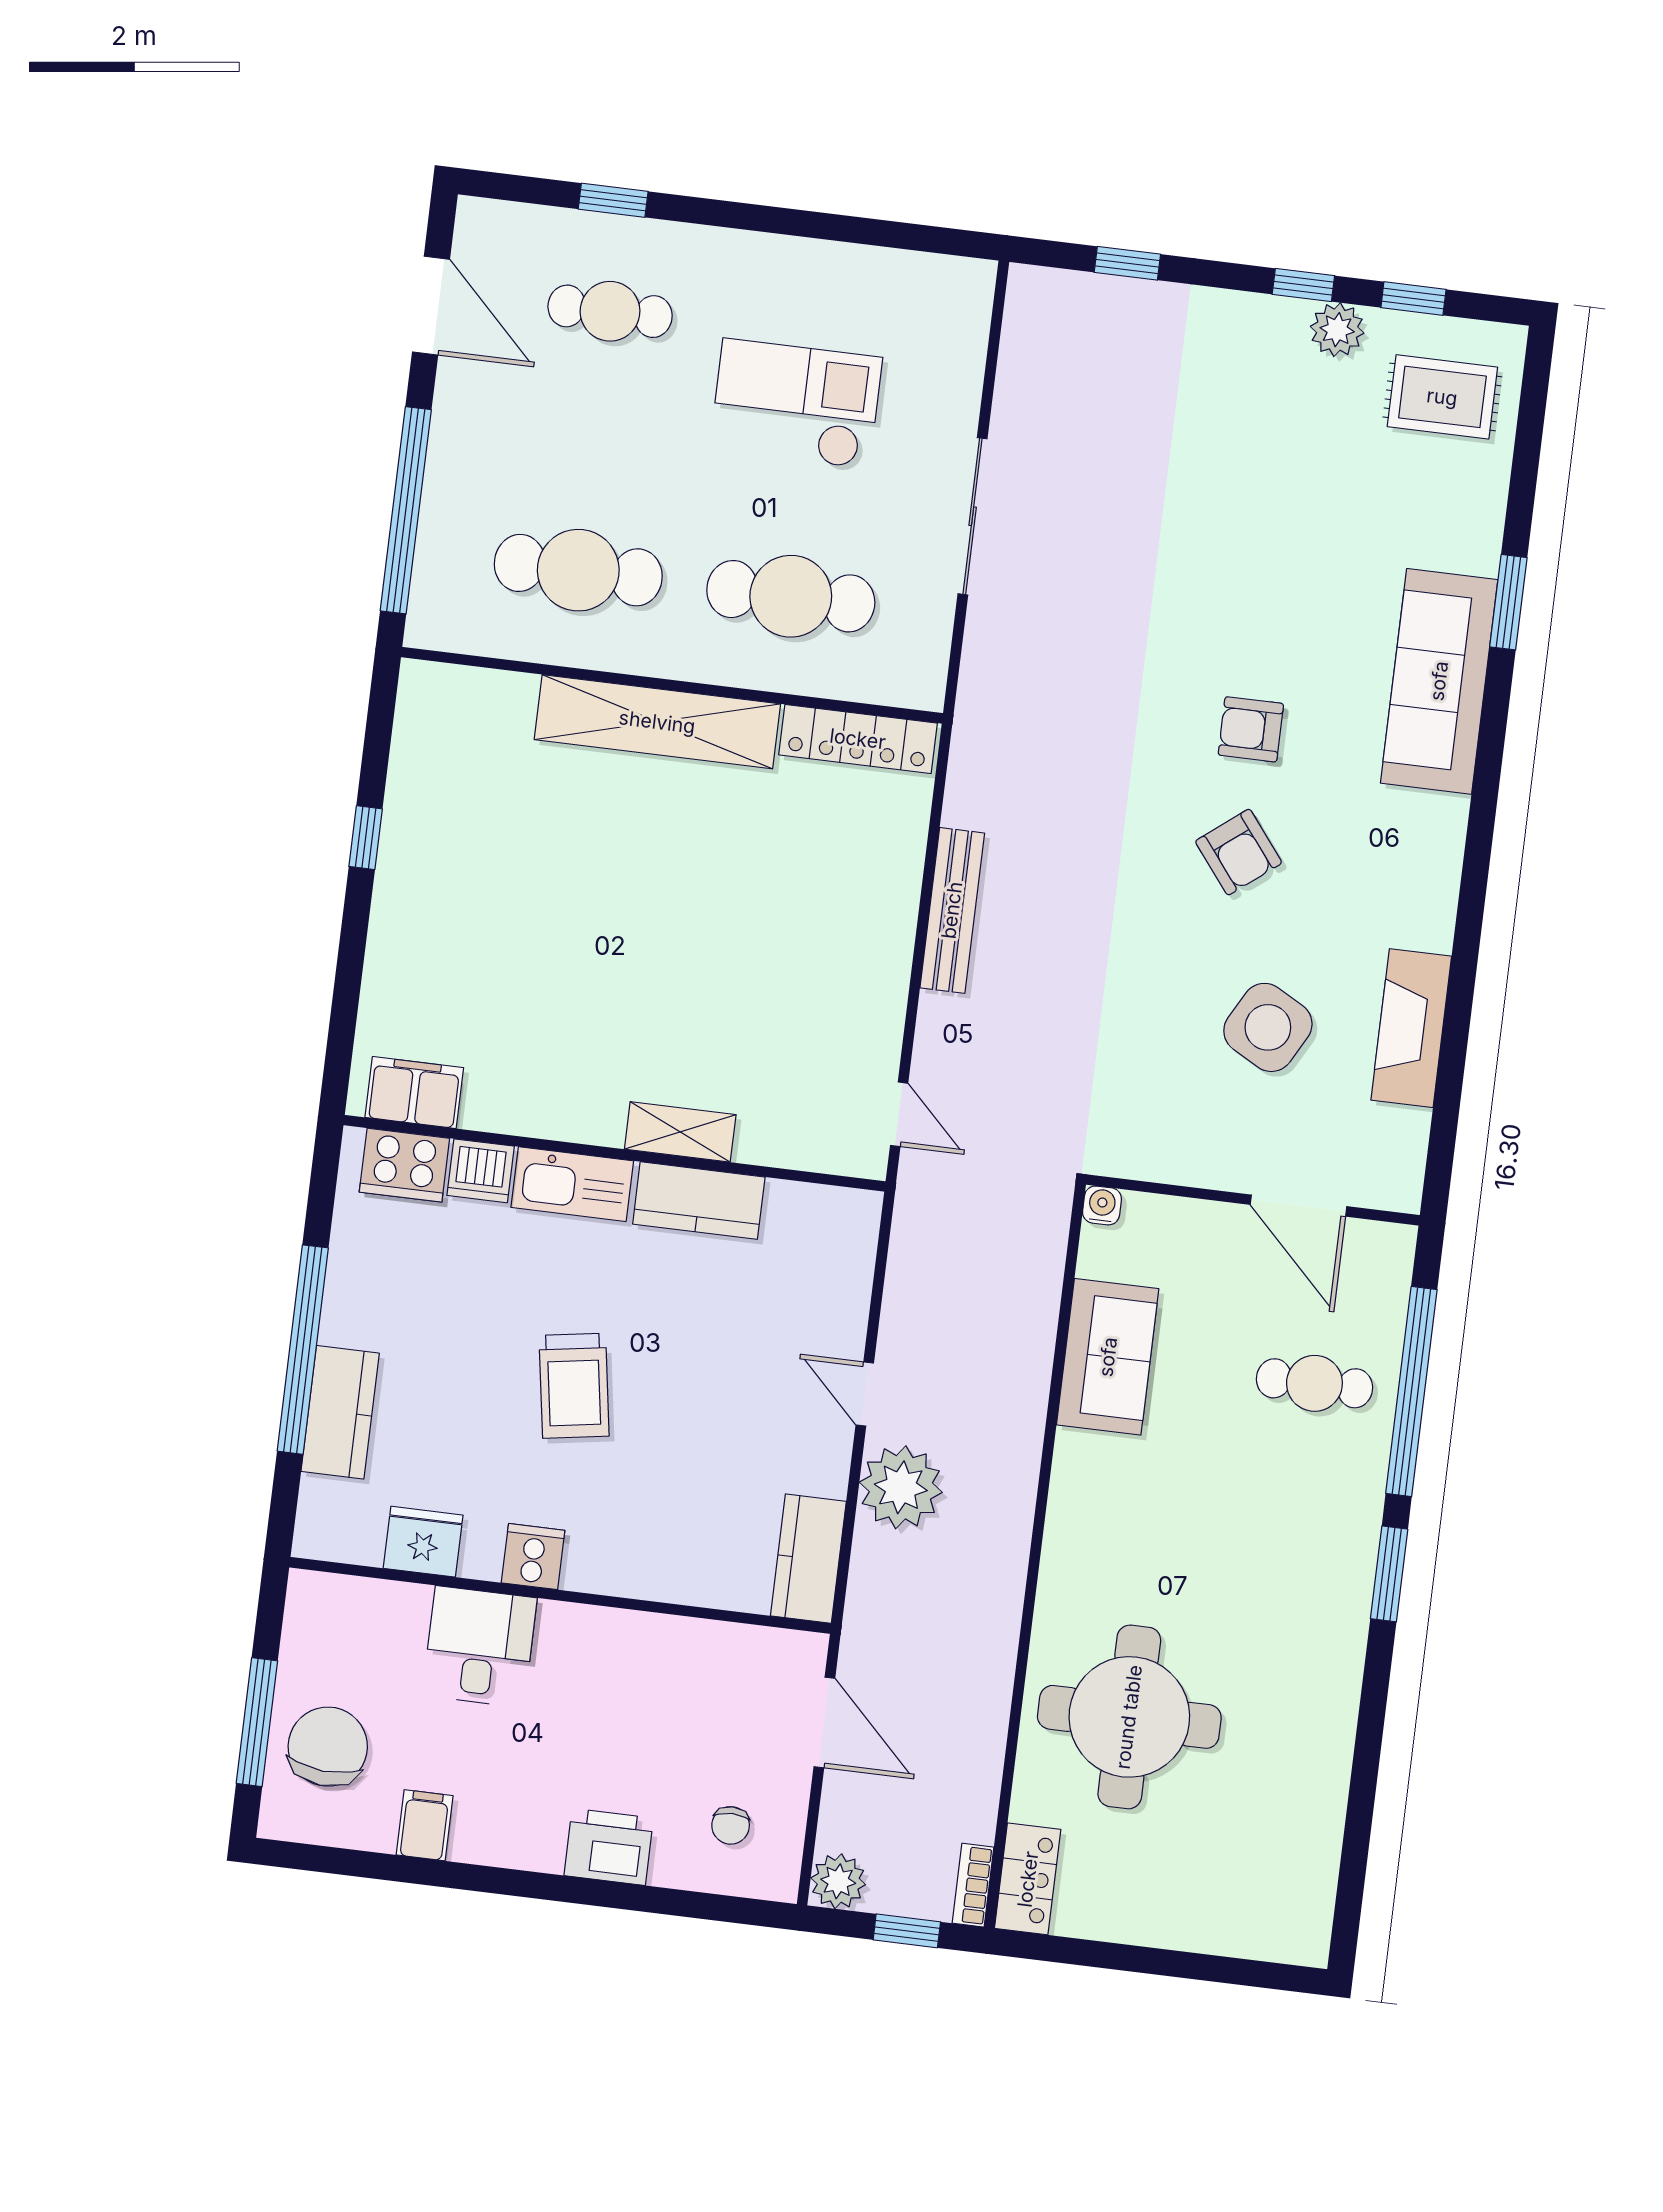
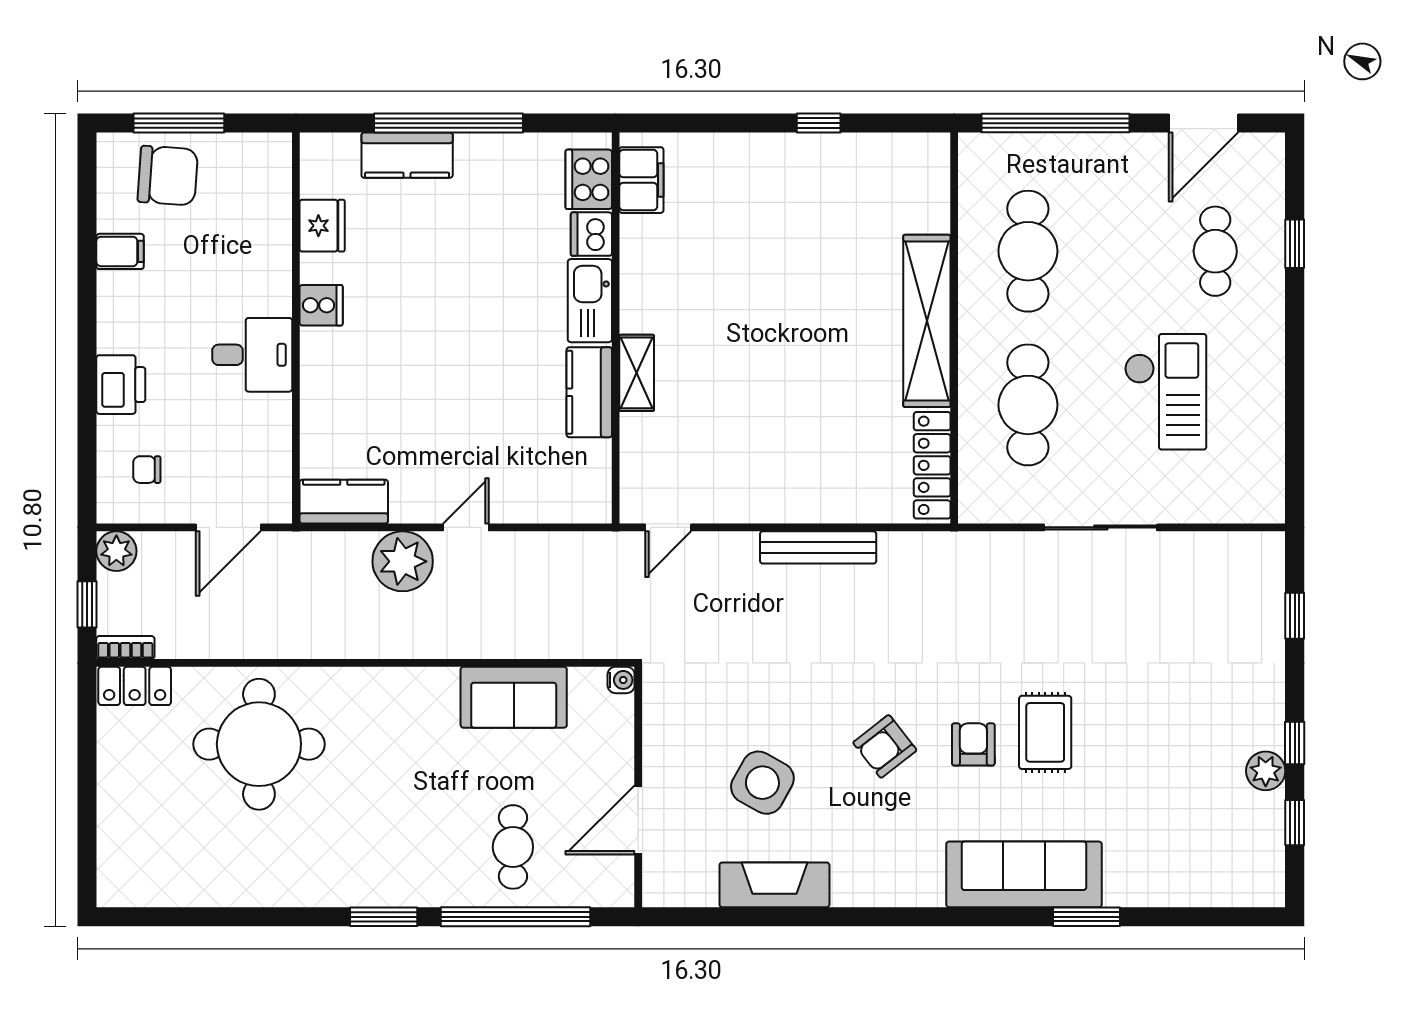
rug: (1442, 397) -> (1045, 732), moved
trolley: (574, 1386) -> (446, 320), removed
desk: (480, 1647) -> (252, 355), moved

